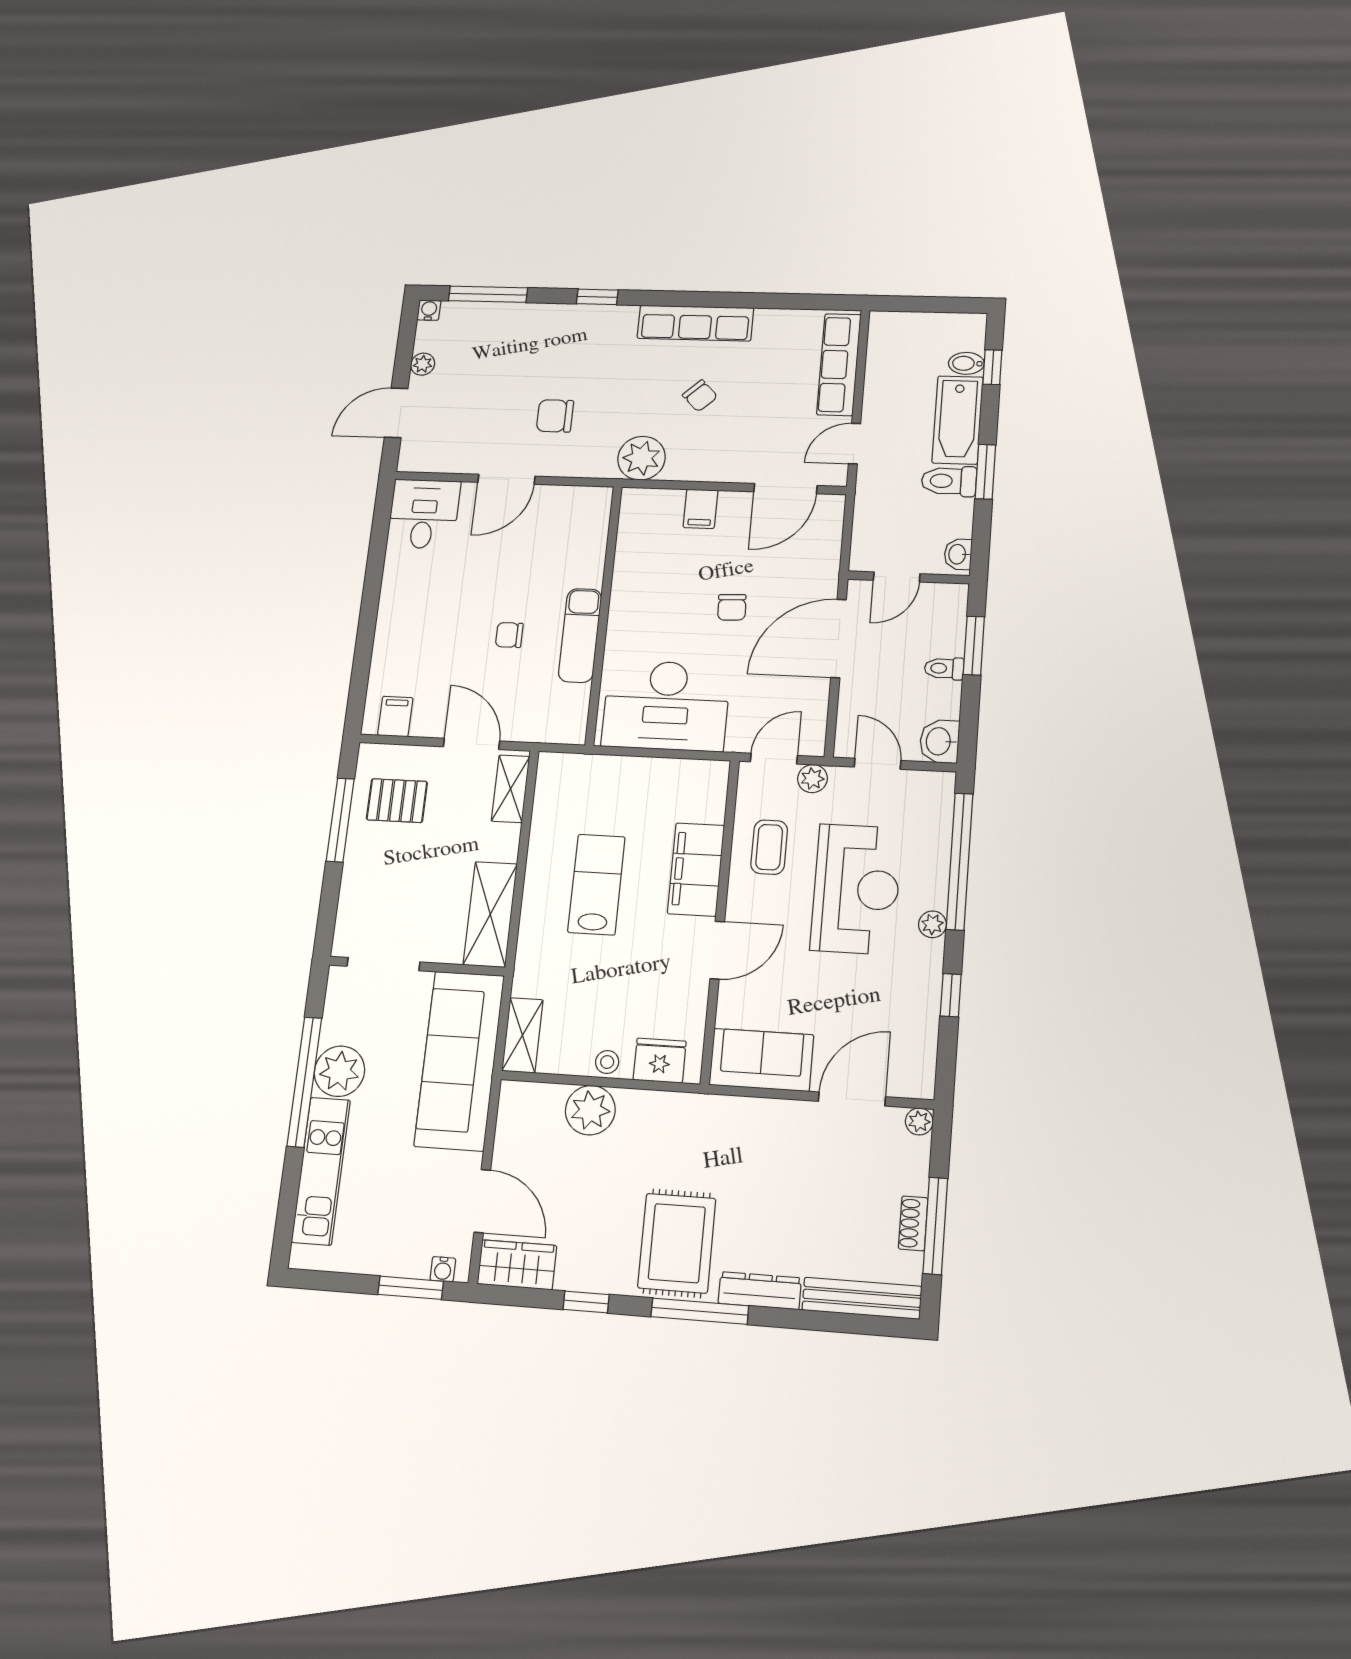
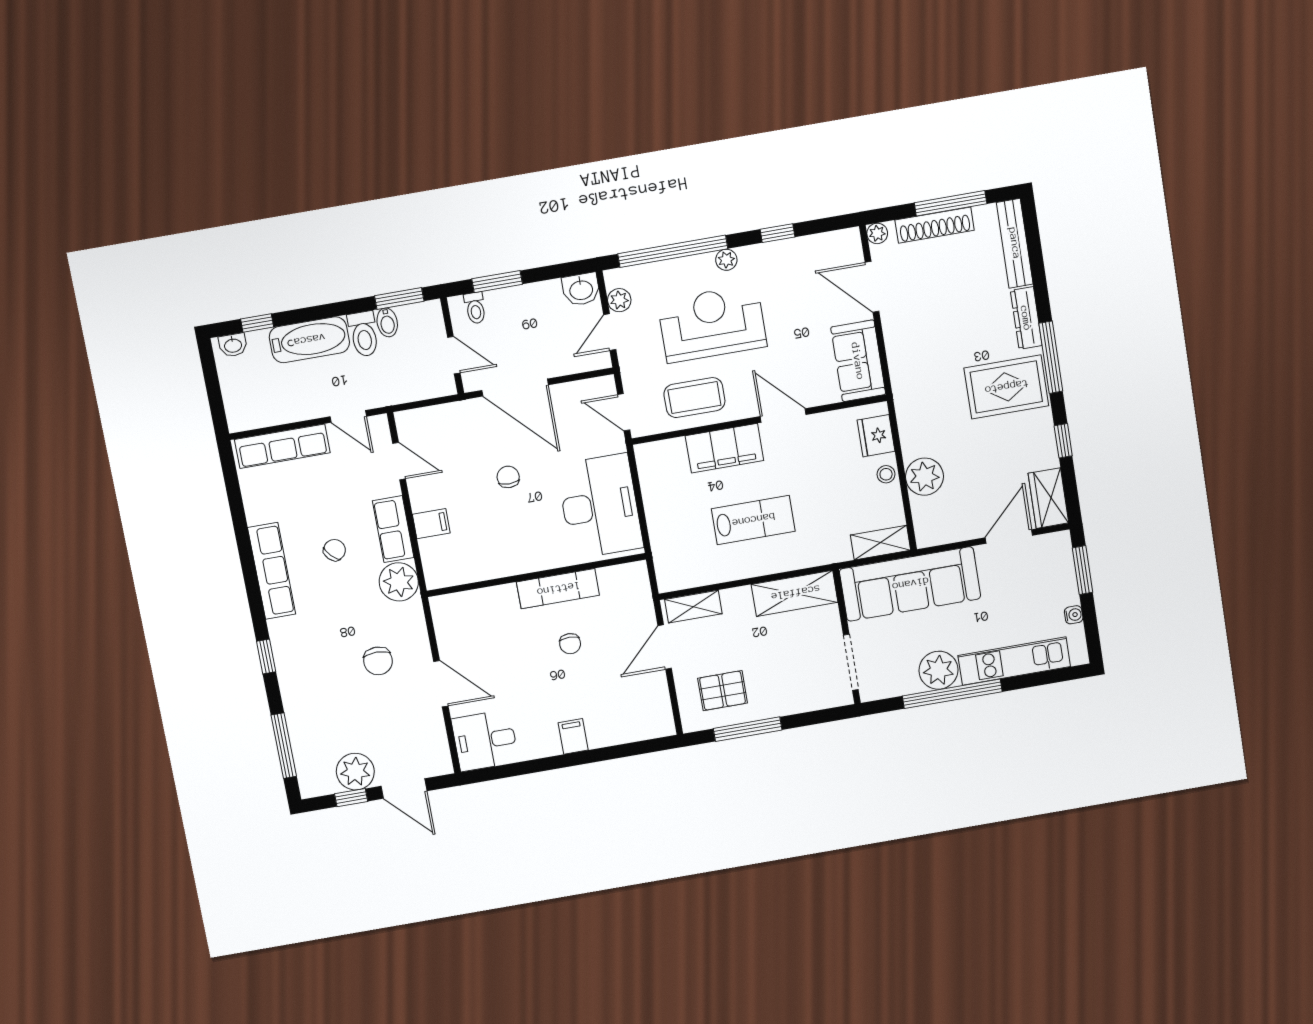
water cooler: (429, 310) -> (308, 789), removed
window: (404, 354) -> (351, 798), added
bidet: (966, 363) -> (387, 322), moved
plant: (423, 364) -> (355, 772), width x1.87, depth x1.87
row of seats: (706, 465) -> (393, 529), added
window: (985, 472) -> (399, 298), moved
door: (785, 489) -> (399, 461), width x0.73
washbasin: (958, 554) -> (233, 345), moved
chair: (732, 607) -> (508, 477), turned -87
toilet: (944, 668) -> (475, 308), moved
filing cabinet: (395, 716) -> (573, 736), moved, turned 90
plant: (812, 779) -> (619, 300), moved
pallet: (397, 801) -> (723, 691), turned 90
coffee table: (769, 847) -> (694, 398), width x1.36, depth x1.30
lab bench: (596, 884) -> (753, 520), turned 180
shoe rack: (913, 1223) -> (935, 225), width x1.94, depth x1.24
water cooler: (443, 1269) -> (1074, 615), moved

